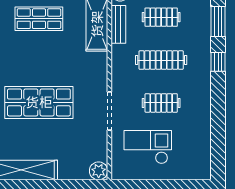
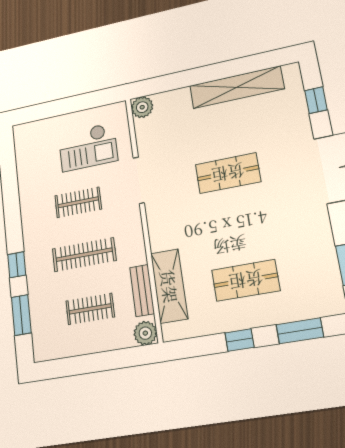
shop shelf: (39, 102) -> (228, 173), width x0.70, depth x0.74

